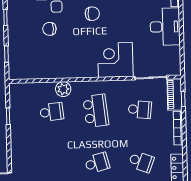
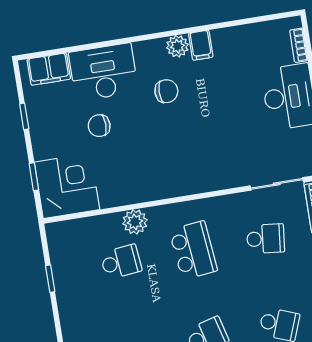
corner desk: (115, 60) -> (67, 186), moved, turned 90

